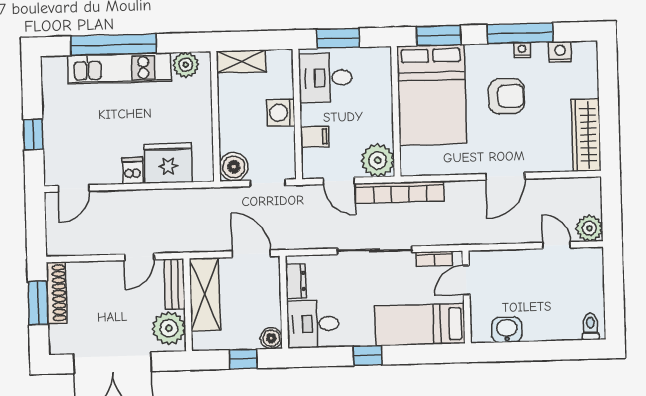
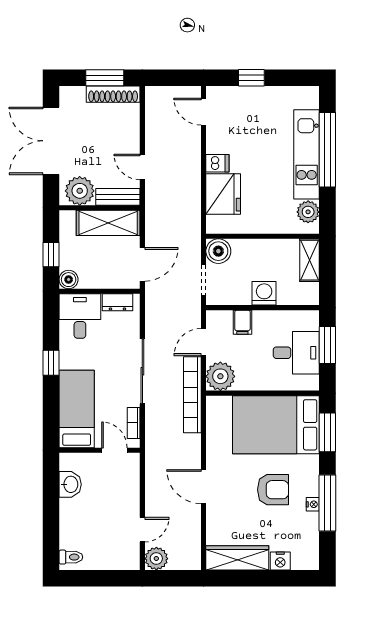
nightstand: (560, 52) -> (280, 561), moved, turned 90
desk: (326, 78) -> (296, 353), moved, turned 90
armchair: (506, 96) -> (273, 490), turned -90

